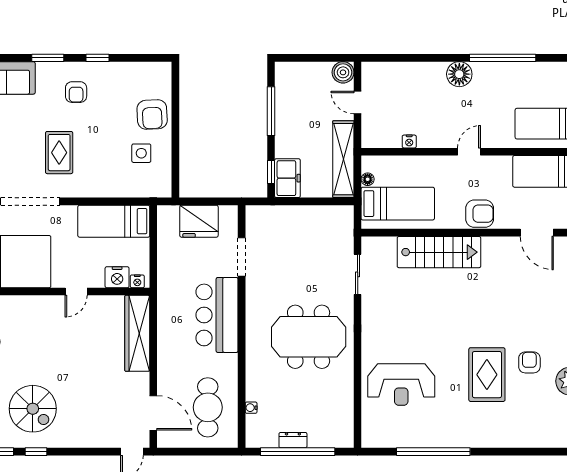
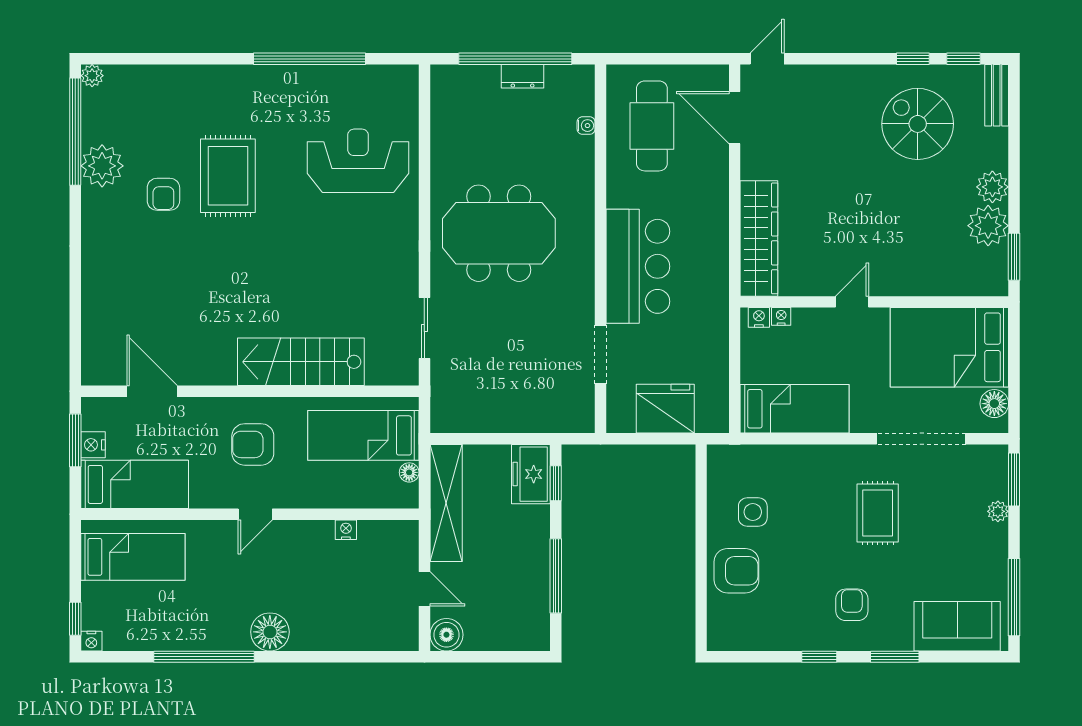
armchair: (152, 114) -> (736, 571), turned 93
armchair: (480, 214) -> (253, 444), moved
nightstand: (117, 277) -> (781, 316), width x0.53, depth x0.56

